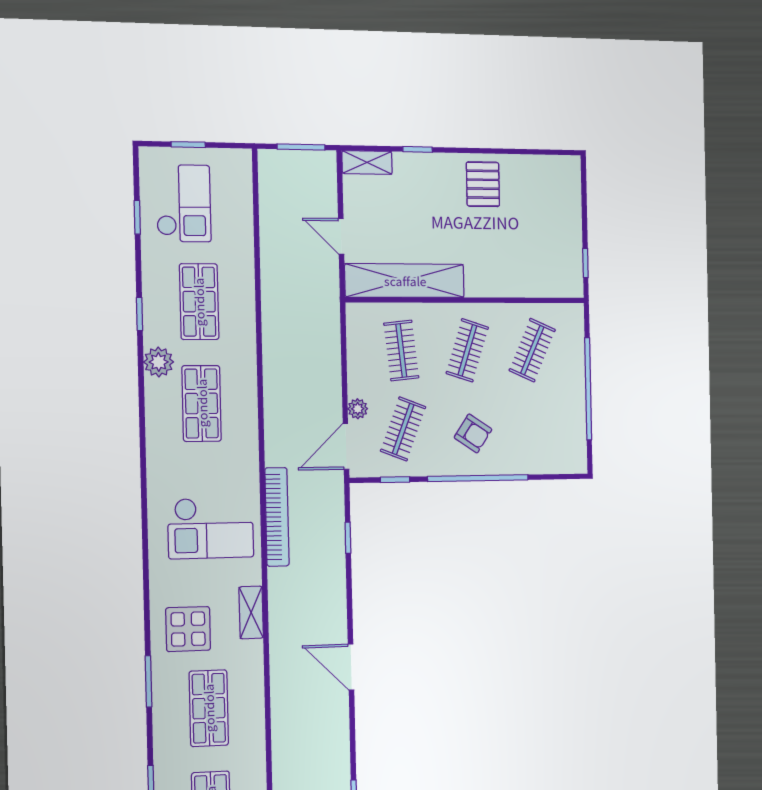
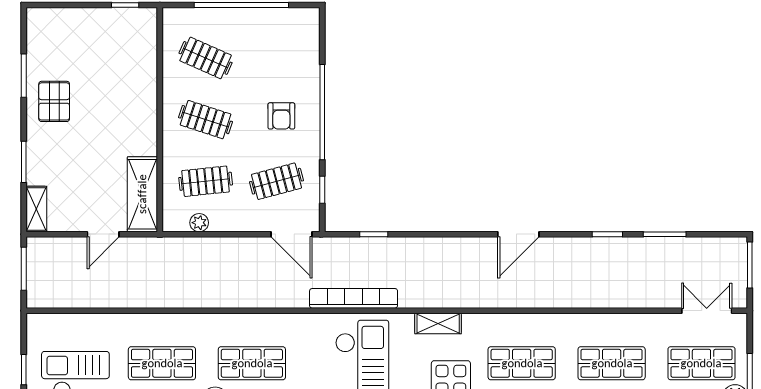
window: (418, 149) -> (24, 162), width x1.50
window: (509, 151) -> (24, 76), added
pallet: (483, 184) -> (54, 101), turned 90
shelving: (405, 281) -> (142, 194), width x0.68
plant: (358, 409) -> (199, 223), moved
clothes rail: (403, 429) -> (276, 181), turned -36
armchair: (473, 433) -> (281, 116), turned 146
door: (351, 667) -> (518, 234), moved

